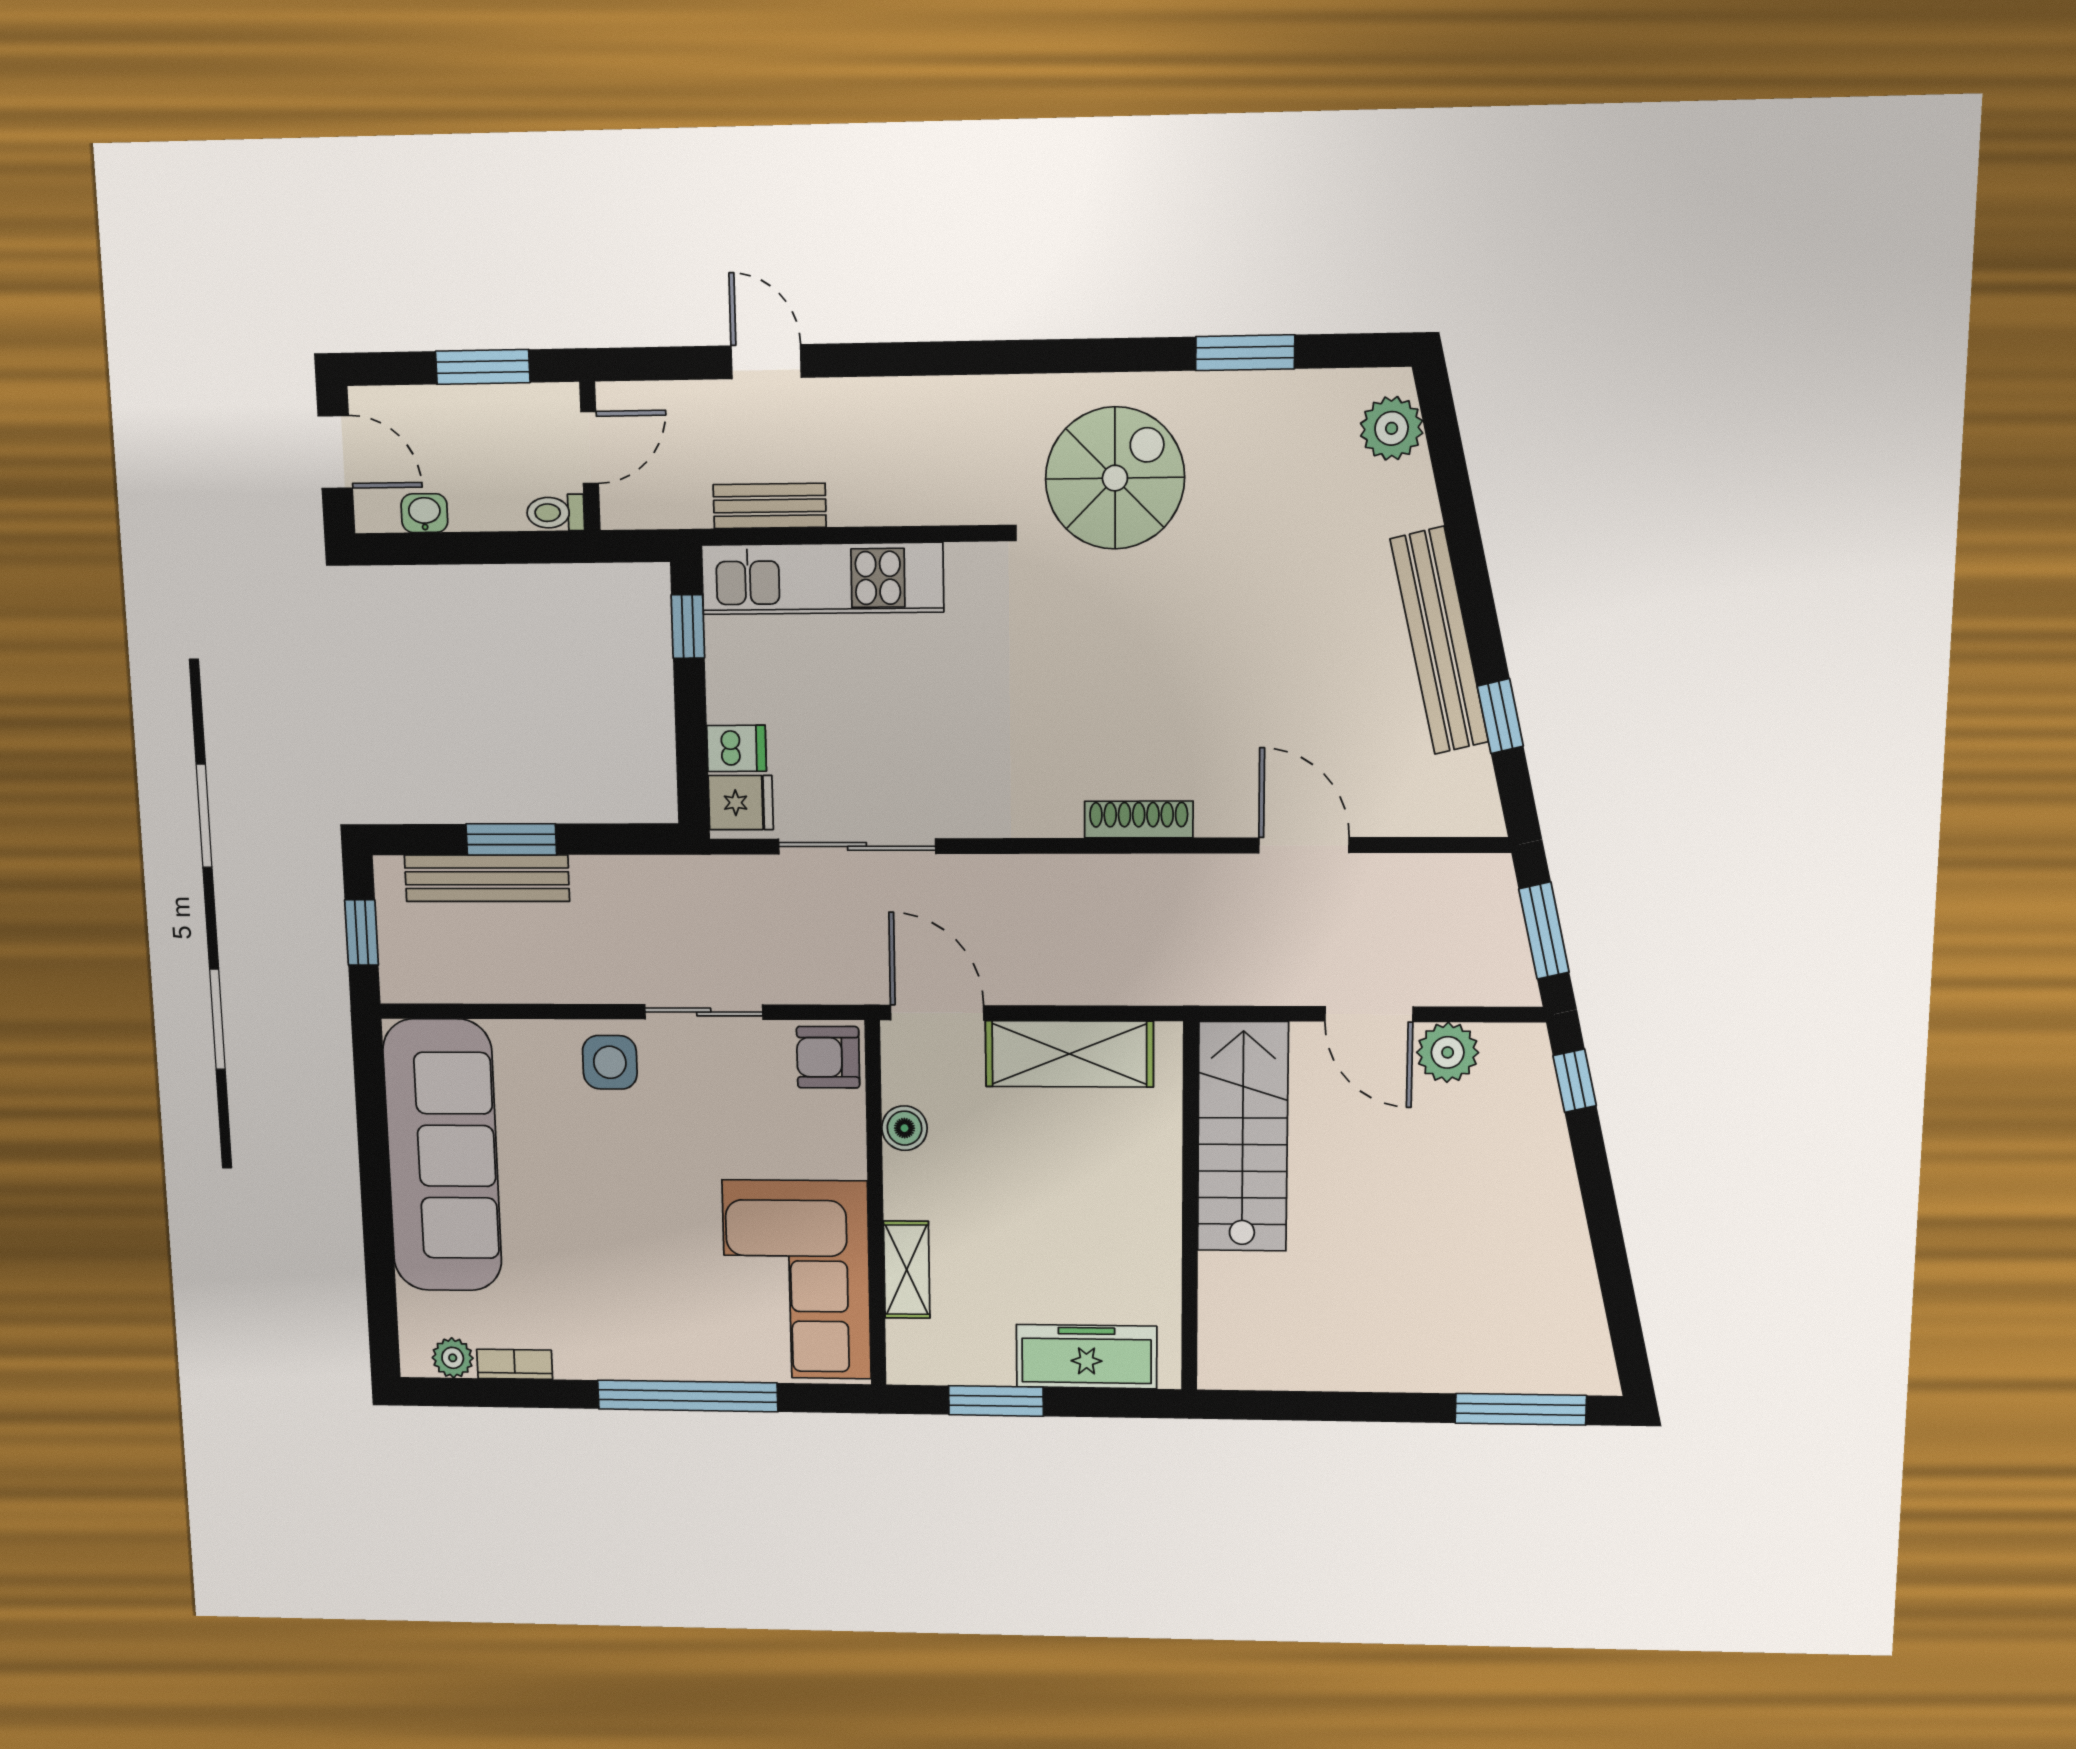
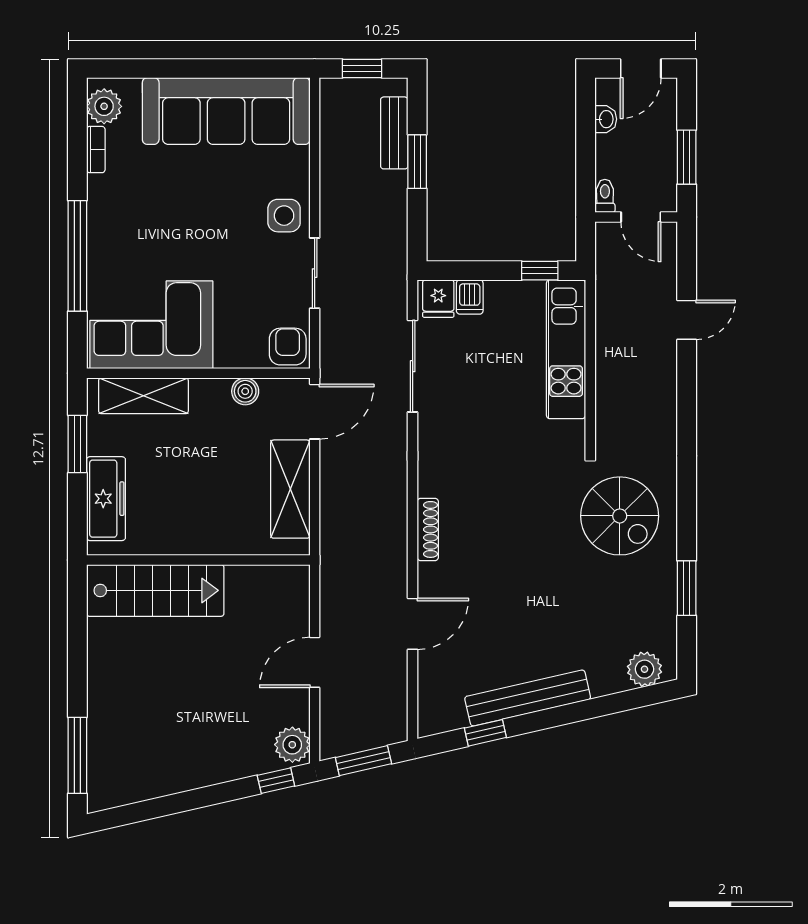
bench: (770, 506) -> (607, 320), removed
bench: (487, 878) -> (394, 133), width x0.73
plant: (1448, 1052) -> (292, 745), moved
stairs: (1243, 1137) -> (155, 590), moved
shelving: (907, 1270) -> (143, 396), width x1.50, depth x1.33
plant: (453, 1358) -> (104, 106), width x1.38, depth x1.38

